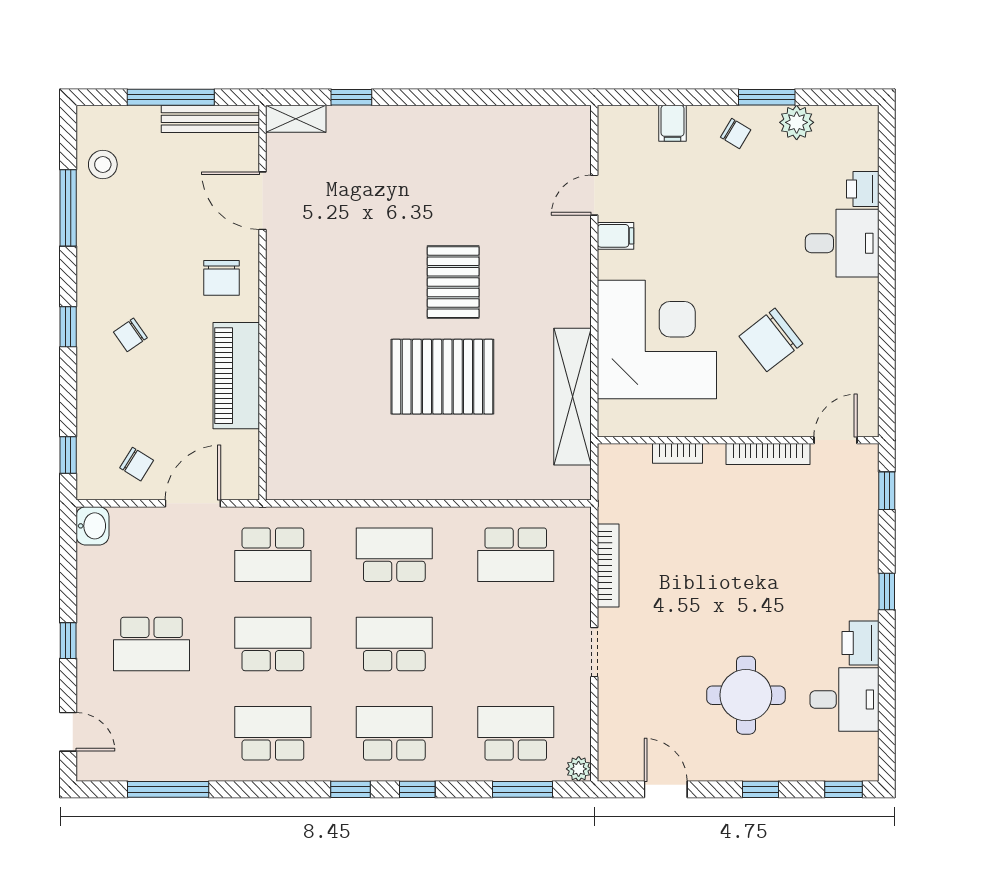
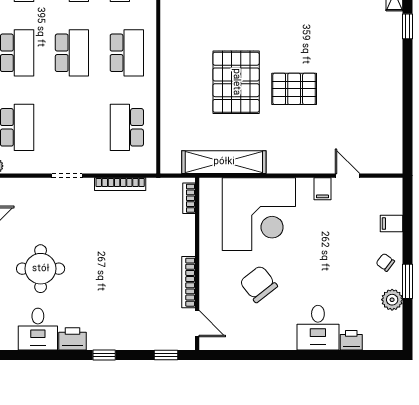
chair: (736, 134) -> (385, 262), turned 96
bookcase: (677, 453) -> (189, 198), moved

